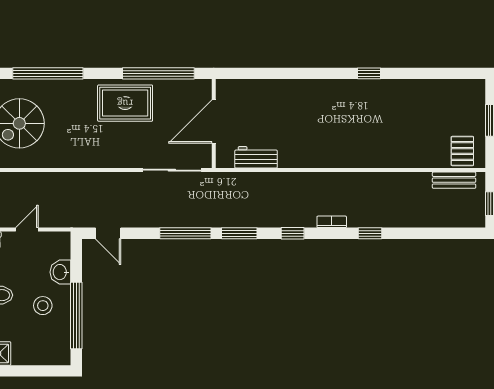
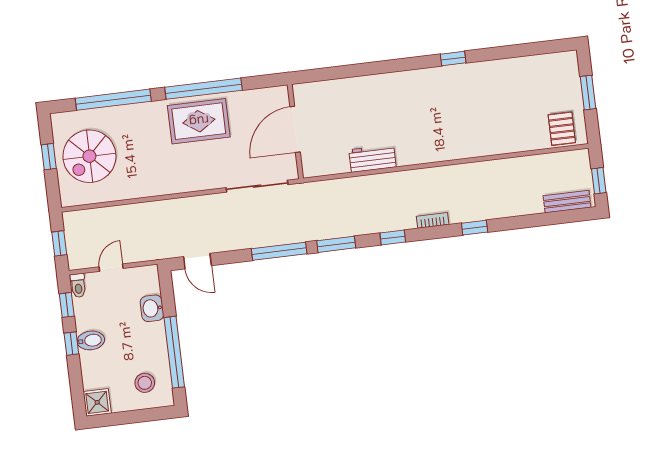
window: (158, 73) -> (203, 89), moved
workbench: (256, 157) -> (372, 158), moved
bench: (454, 180) -> (567, 202), moved
stool: (43, 306) -> (145, 383), moved

